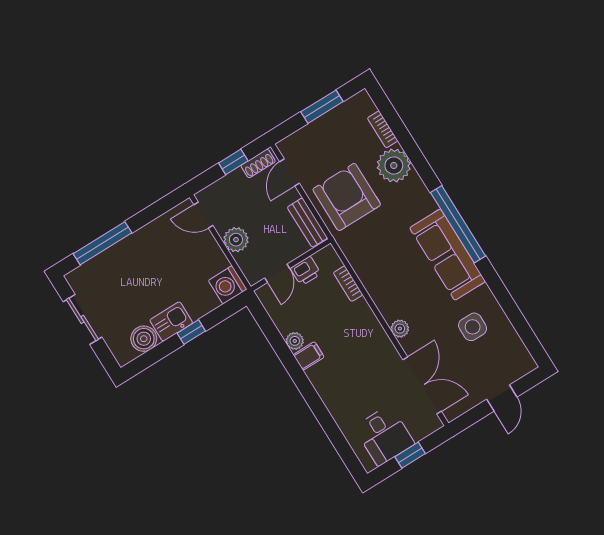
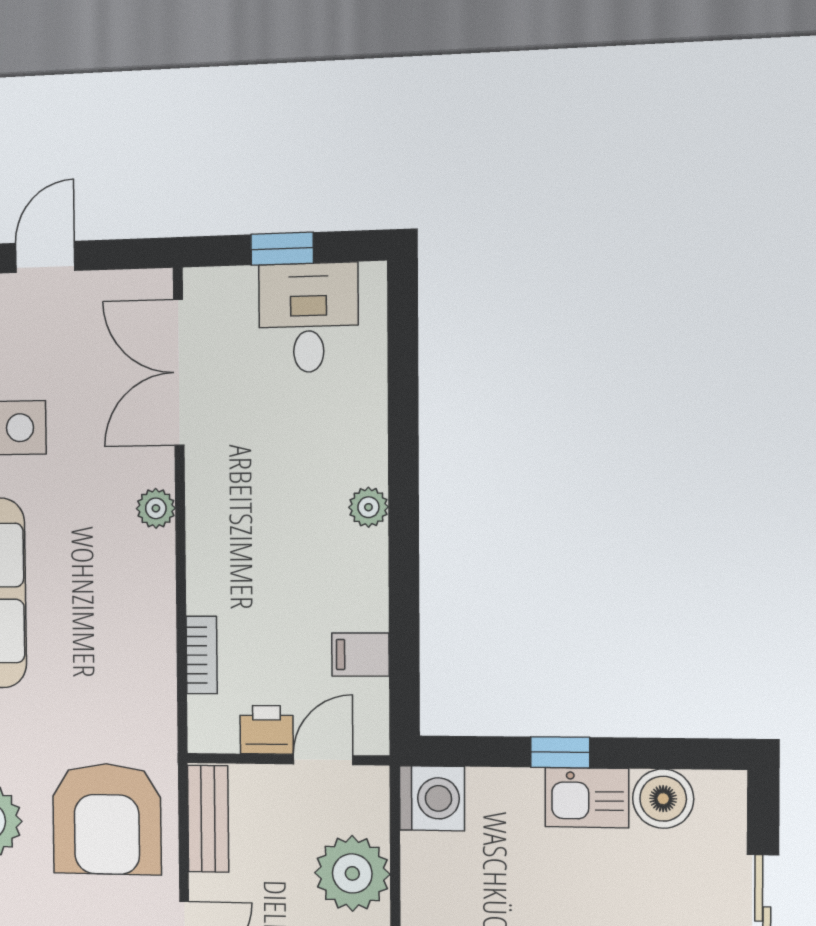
plant: (236, 240) -> (352, 873), width x1.36, depth x1.36
plant: (295, 341) -> (368, 507), moved
filing cabinet: (309, 356) -> (360, 655), moved

